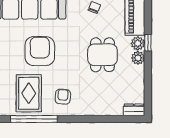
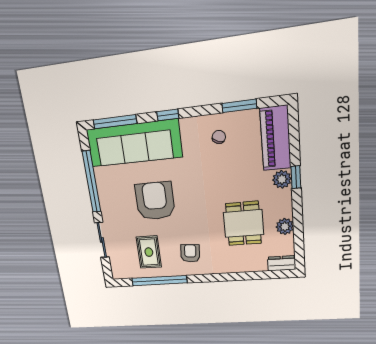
dining table: (102, 55) -> (243, 224), moved
plant: (138, 58) -> (285, 226), moved
rug: (29, 93) -> (149, 252), width x0.73, depth x0.70

